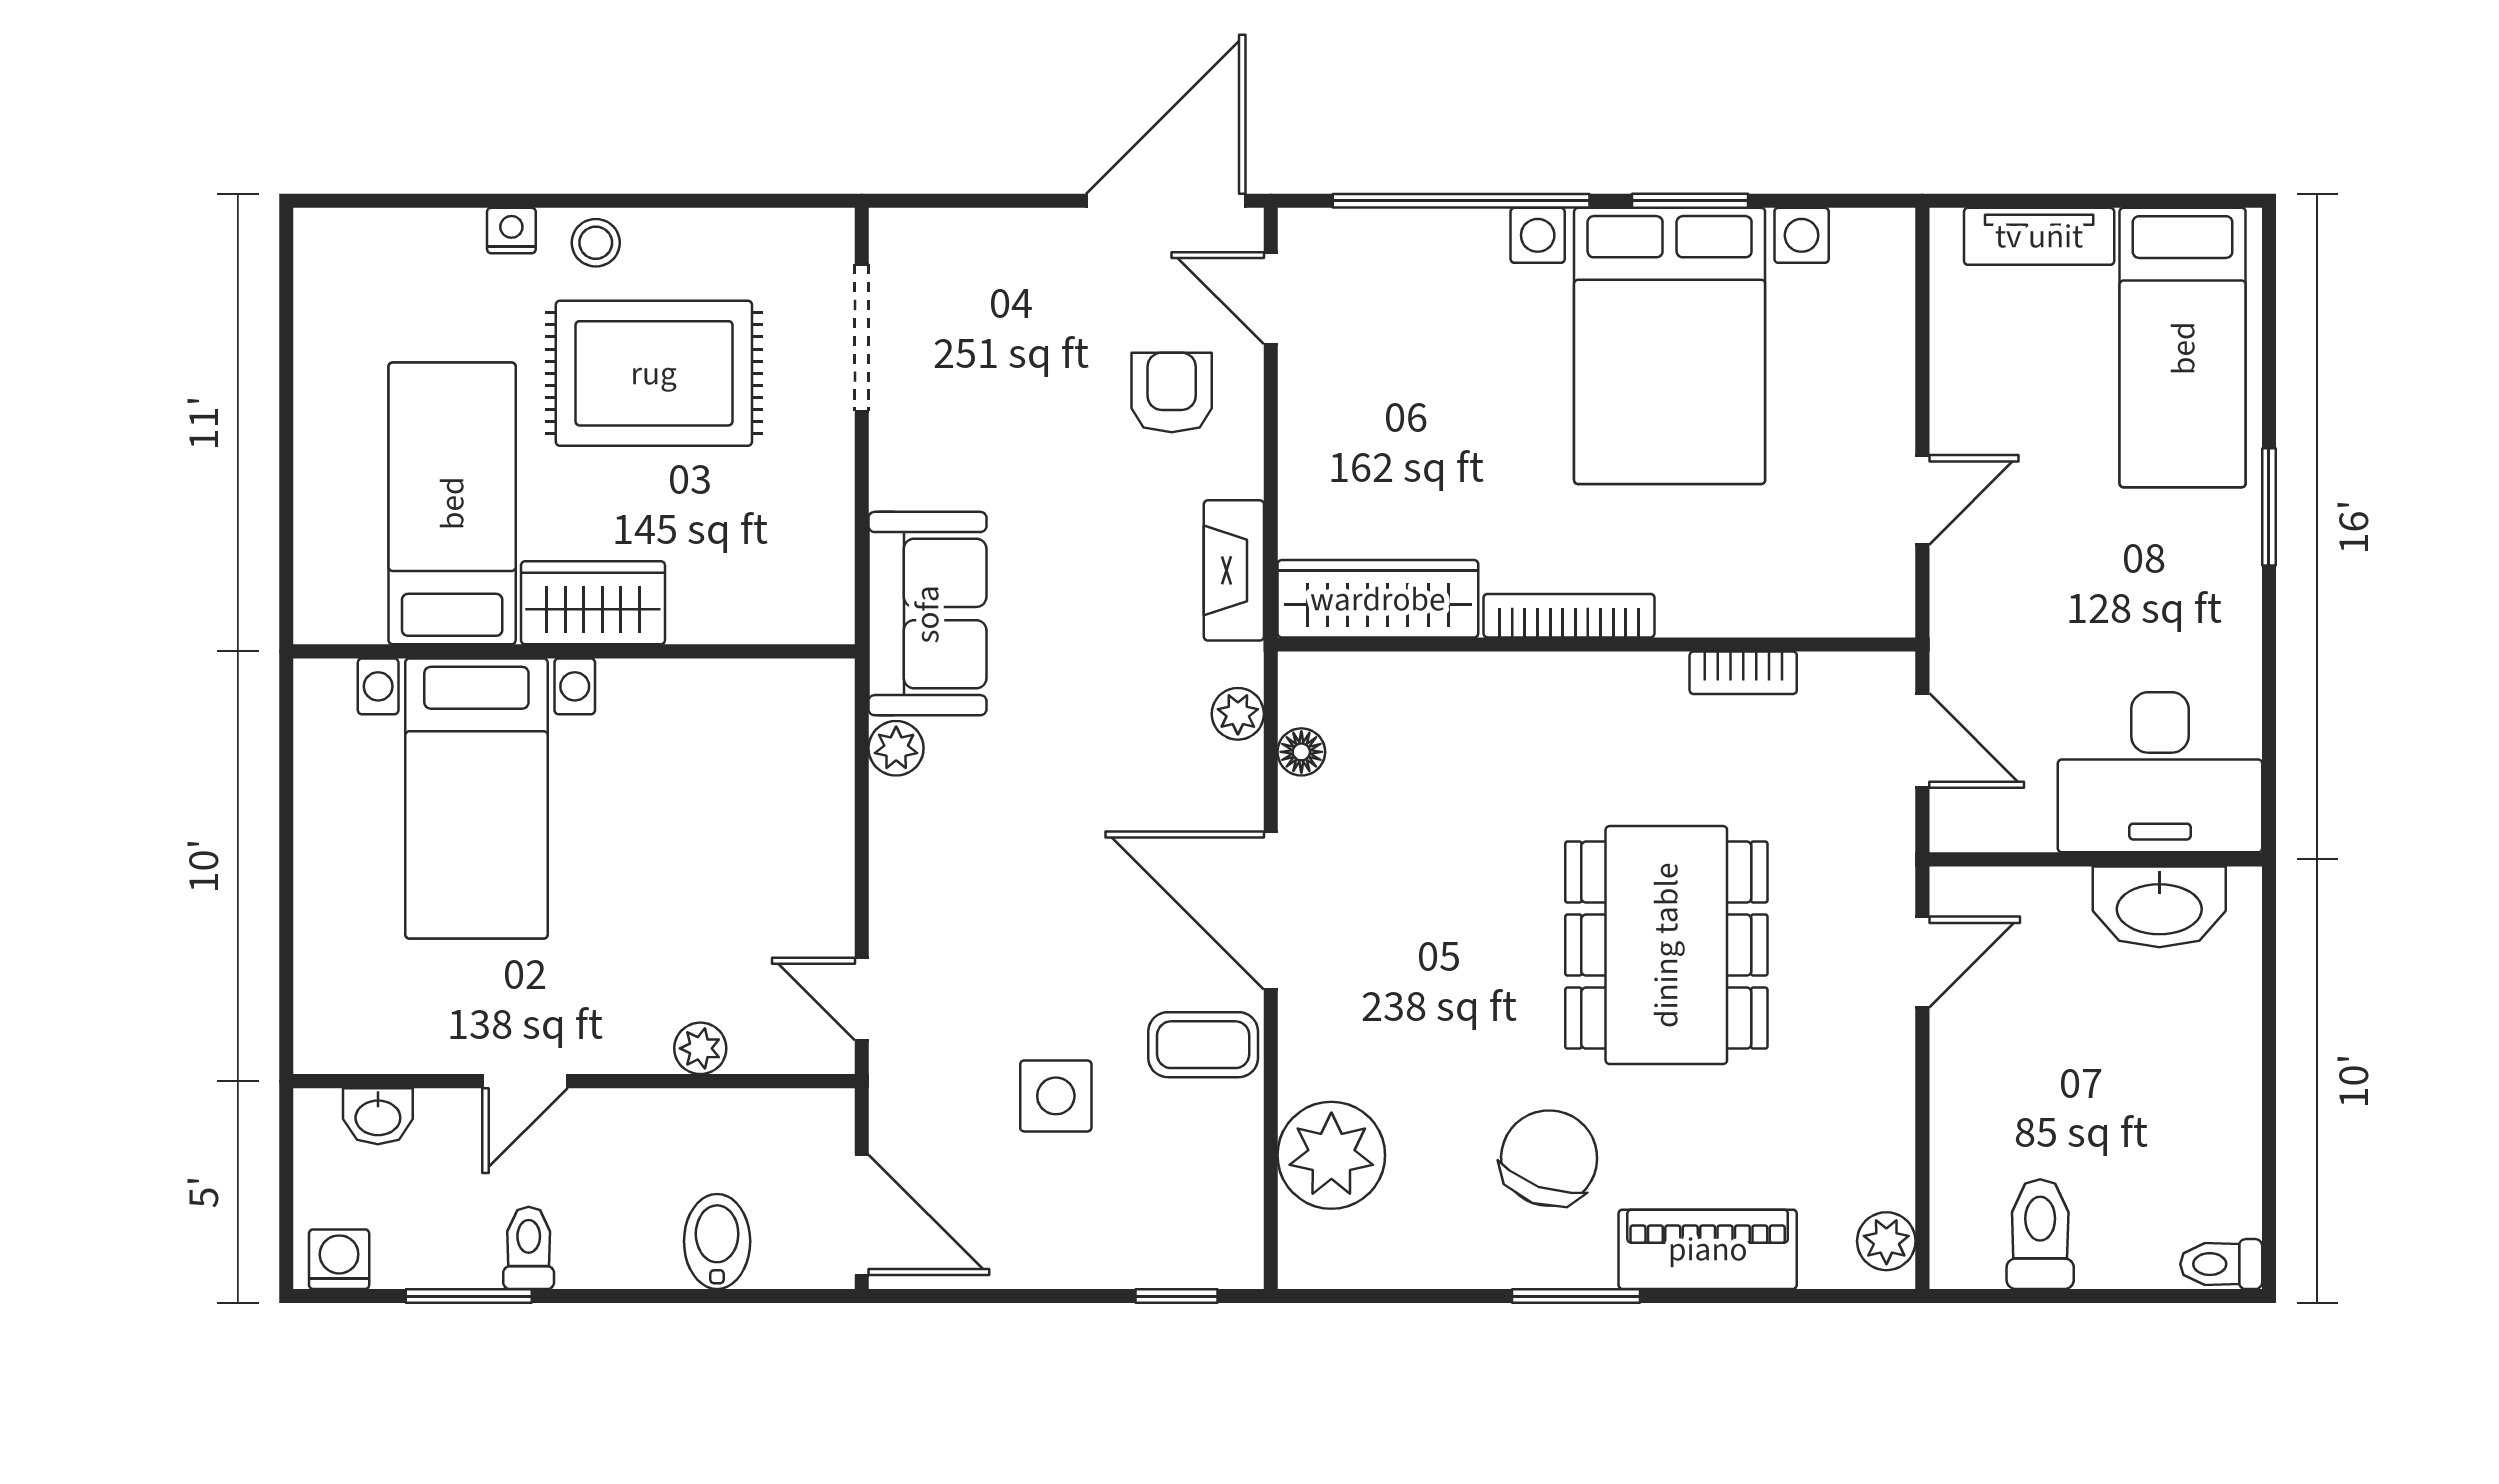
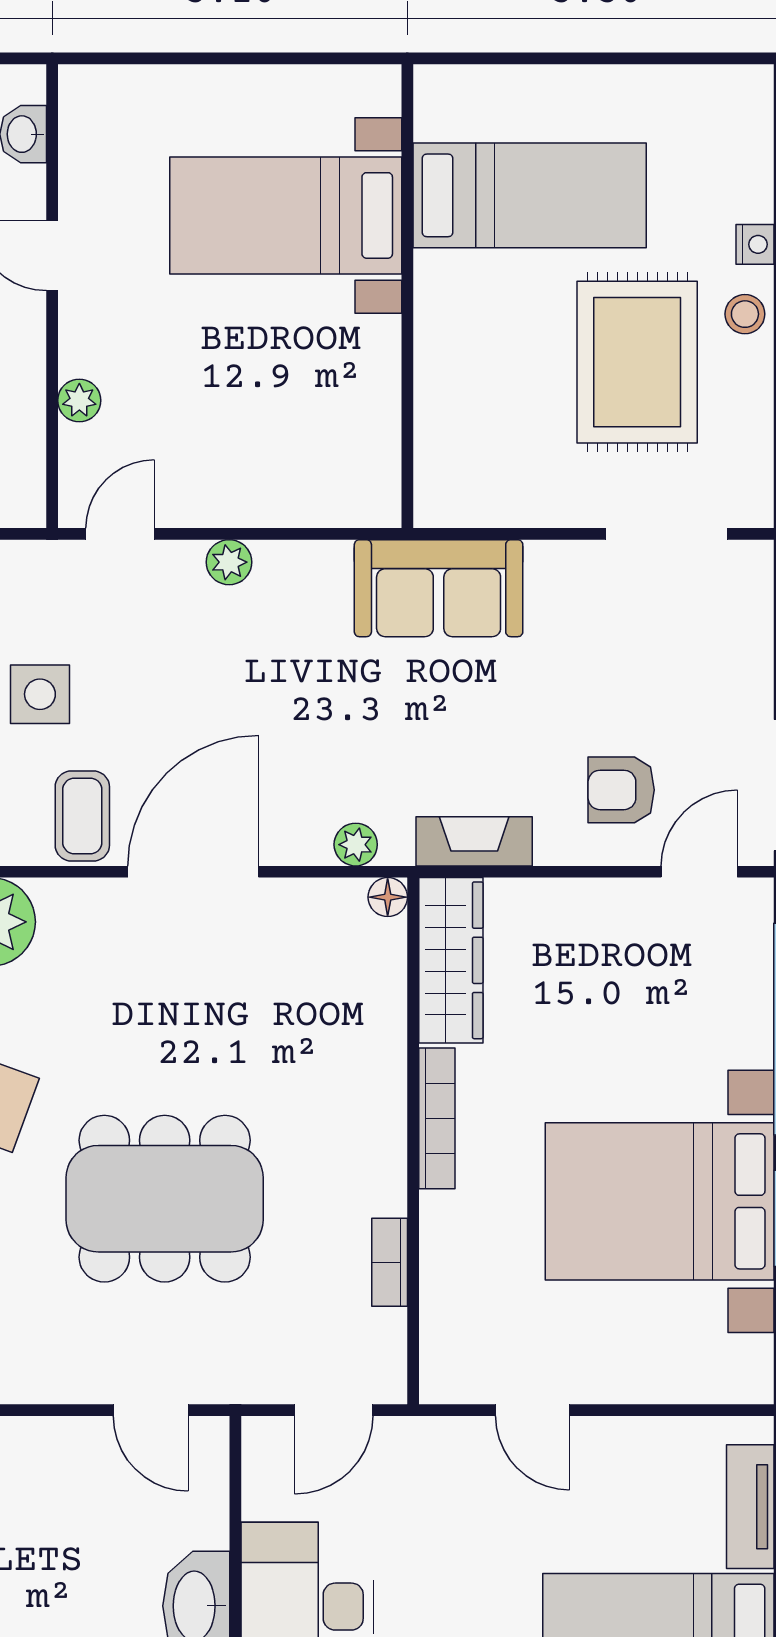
armchair: (1172, 392) -> (621, 790), turned 180
wardrobe: (593, 603) -> (447, 312), removed
plant: (896, 748) -> (229, 562), moved
floor lamp: (1301, 752) -> (388, 897), moved

